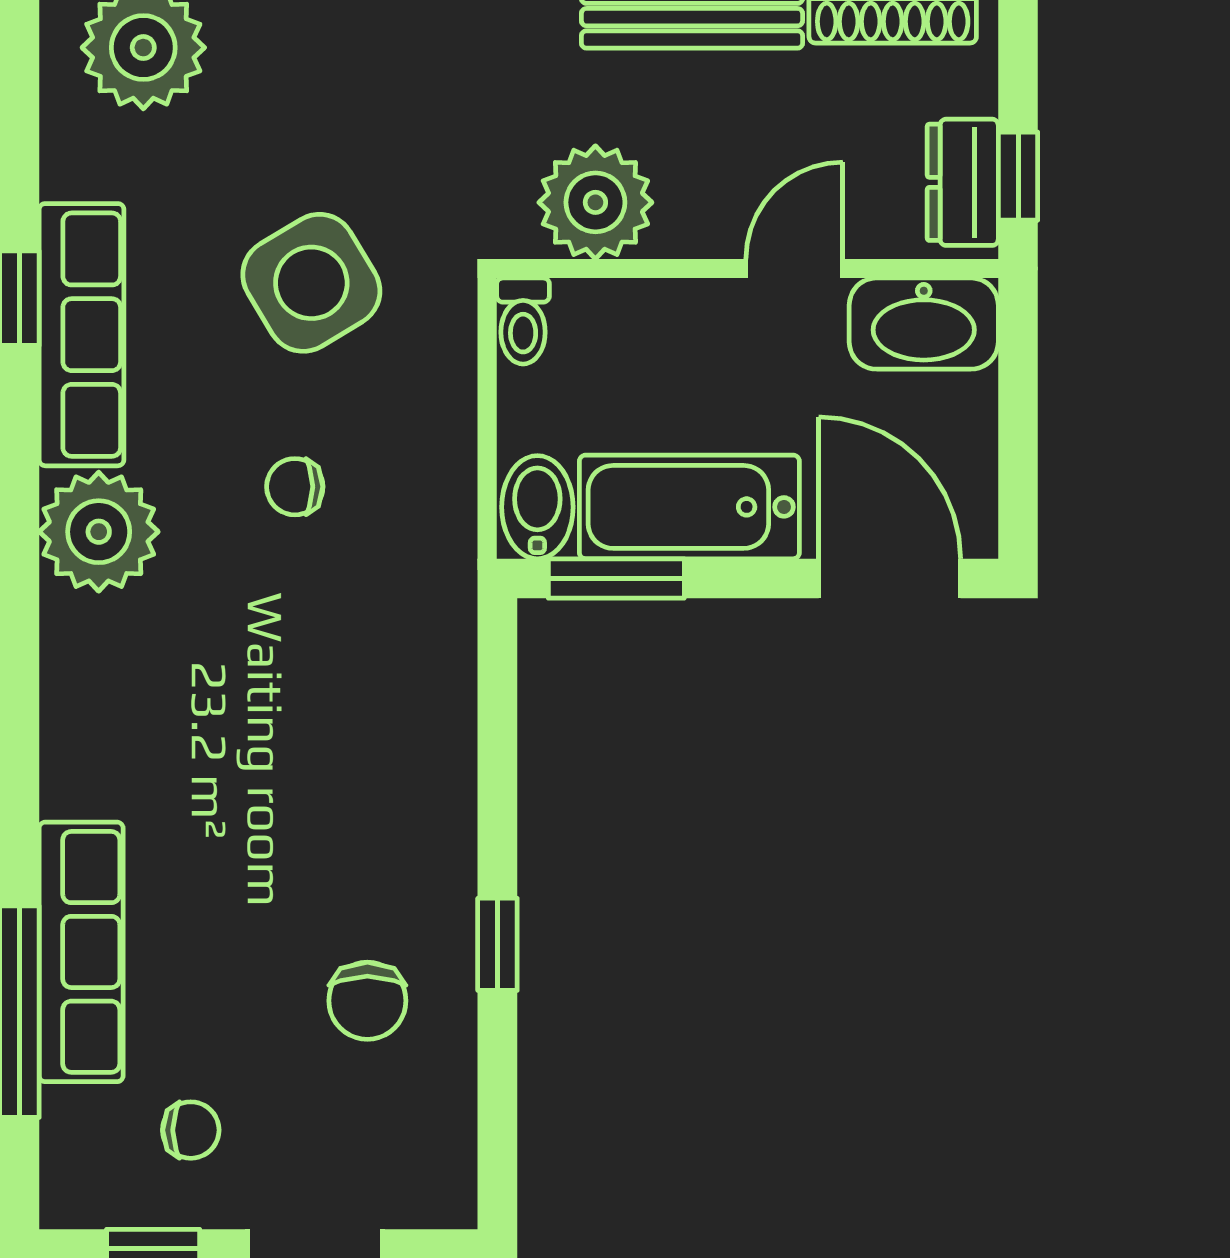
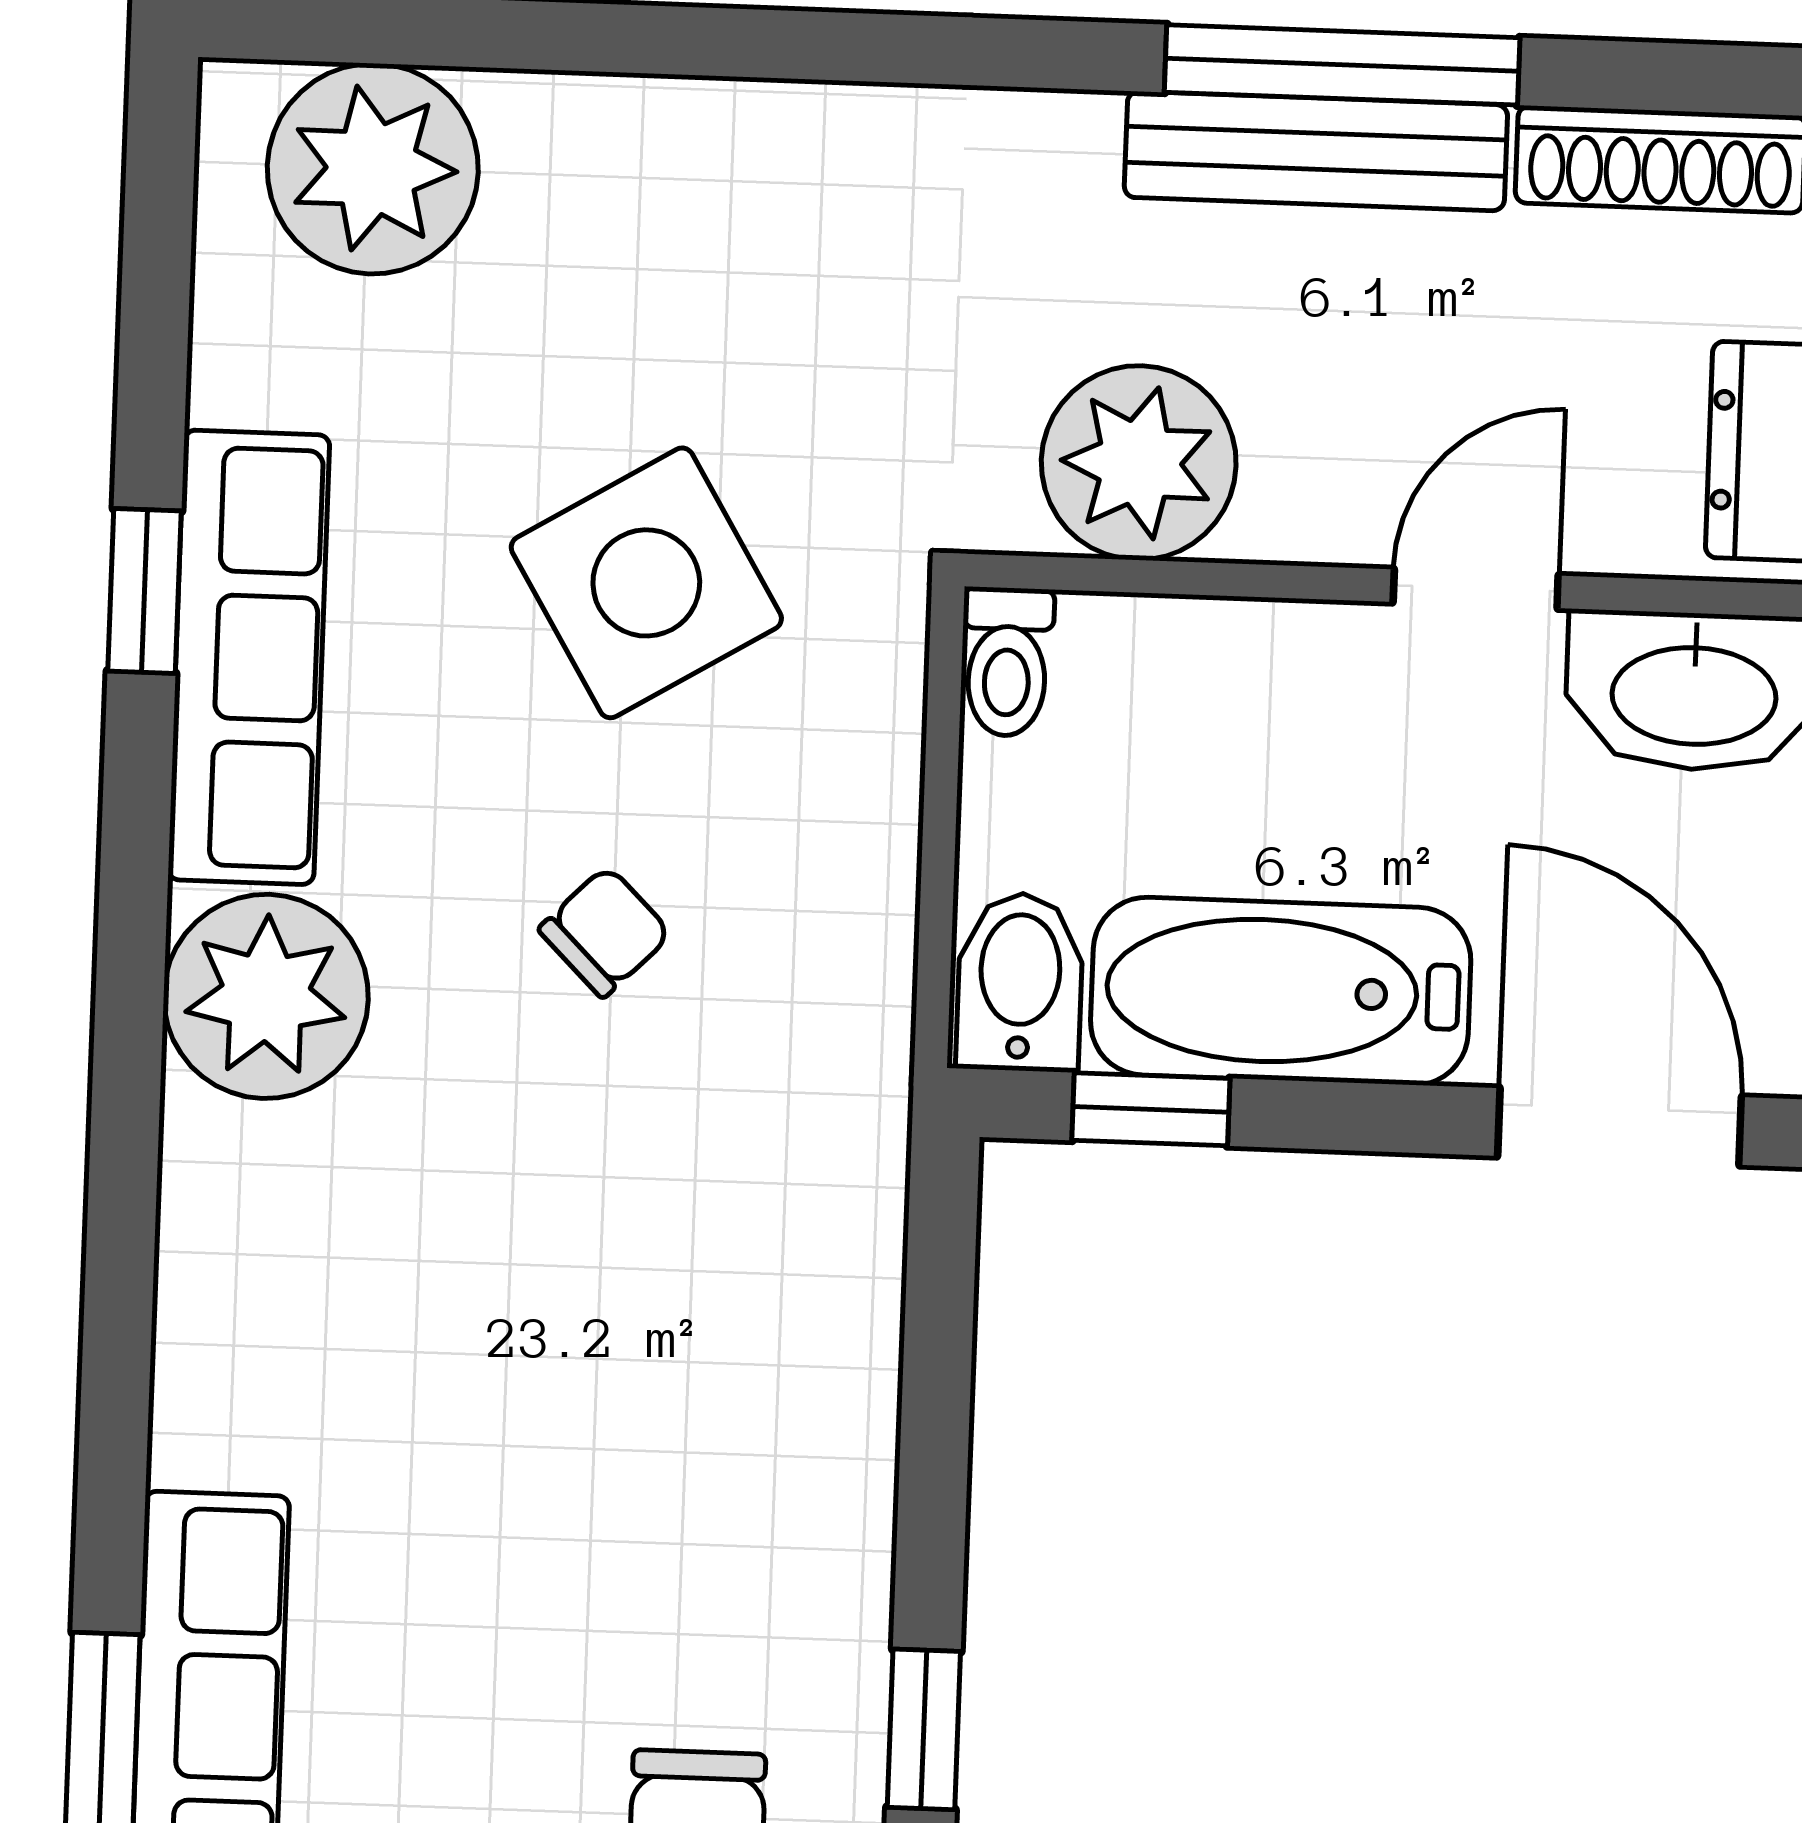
chair: (295, 487) -> (605, 932), turned 135
window: (616, 579) -> (1151, 1109), width x0.67

